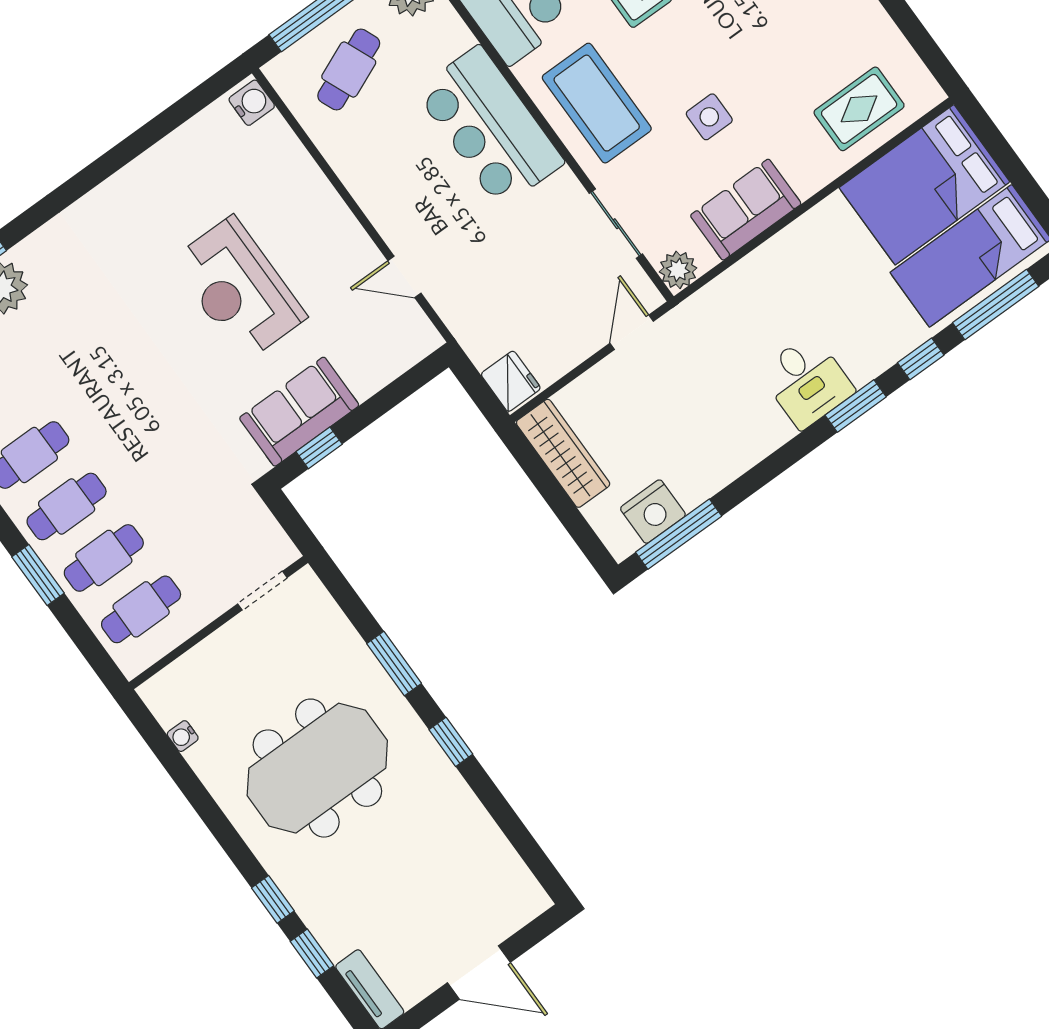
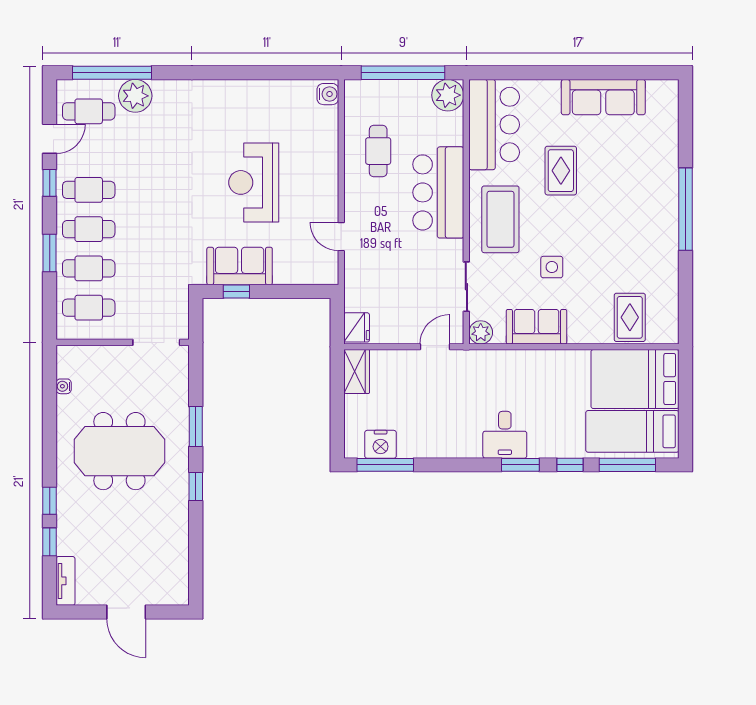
cafe table: (349, 69) -> (378, 151), moved, turned -67
rug: (859, 109) -> (630, 317), turned 90
wardrobe: (563, 453) -> (357, 371), width x0.67
doorway: (262, 591) -> (156, 342), width x1.38

